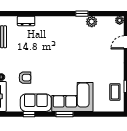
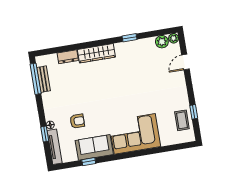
wardrobe: (51, 22) -> (96, 53), added
plant: (92, 22) -> (162, 42), moved
window: (64, 114) -> (129, 155), removed

